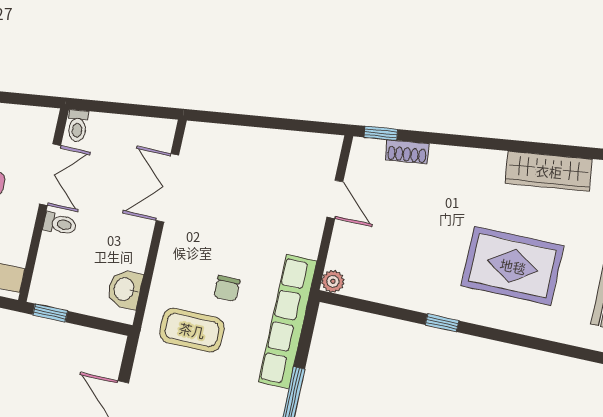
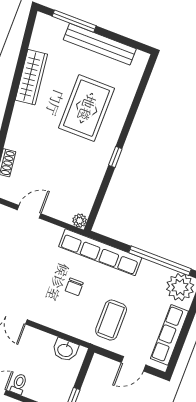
chair: (227, 288) -> (74, 287), turned 90
coffee table: (192, 330) -> (111, 320), moved

